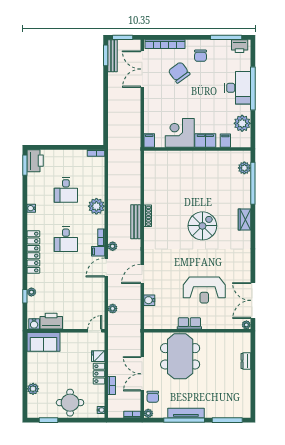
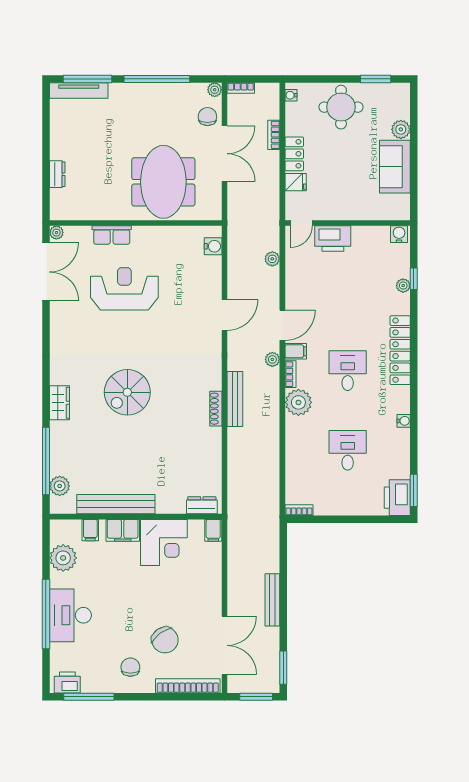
bench: (113, 56) -> (272, 600), moved
dresser: (156, 156) -> (202, 505), added
bench: (210, 157) -> (116, 504), added
plant: (96, 206) -> (298, 402), moved
water cooler: (149, 300) -> (213, 246), moved
printer: (51, 321) -> (333, 239), moved
row of seats: (189, 323) -> (112, 235), moved
sofa: (44, 342) -> (395, 167), moved, turned -90
tv unit: (186, 413) -> (79, 90), moved

